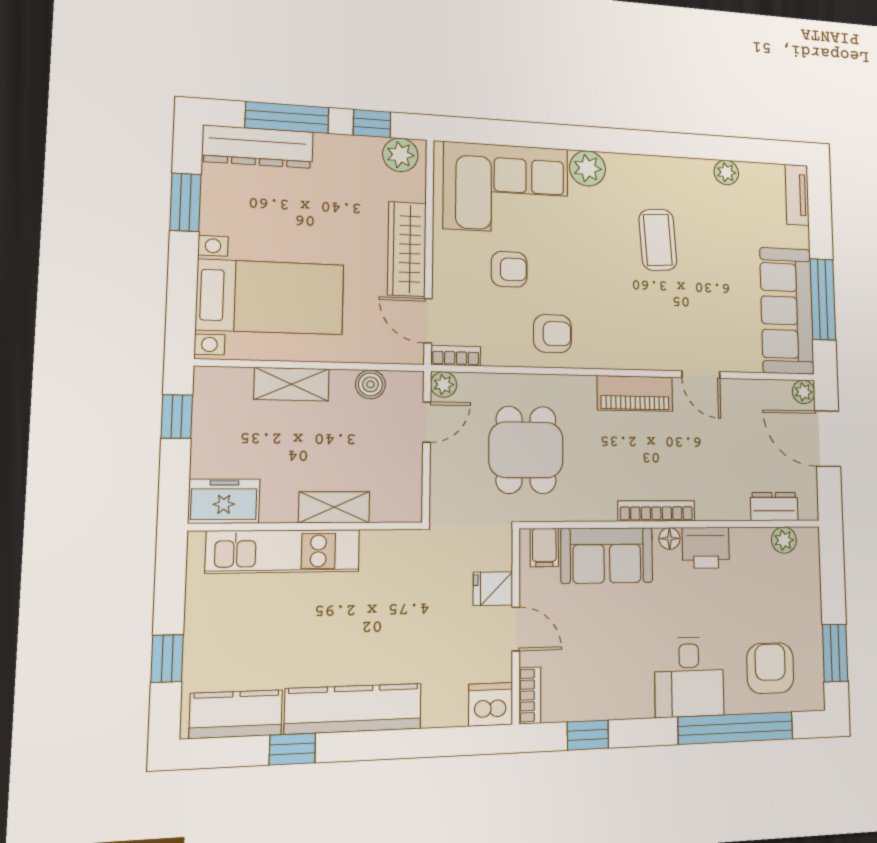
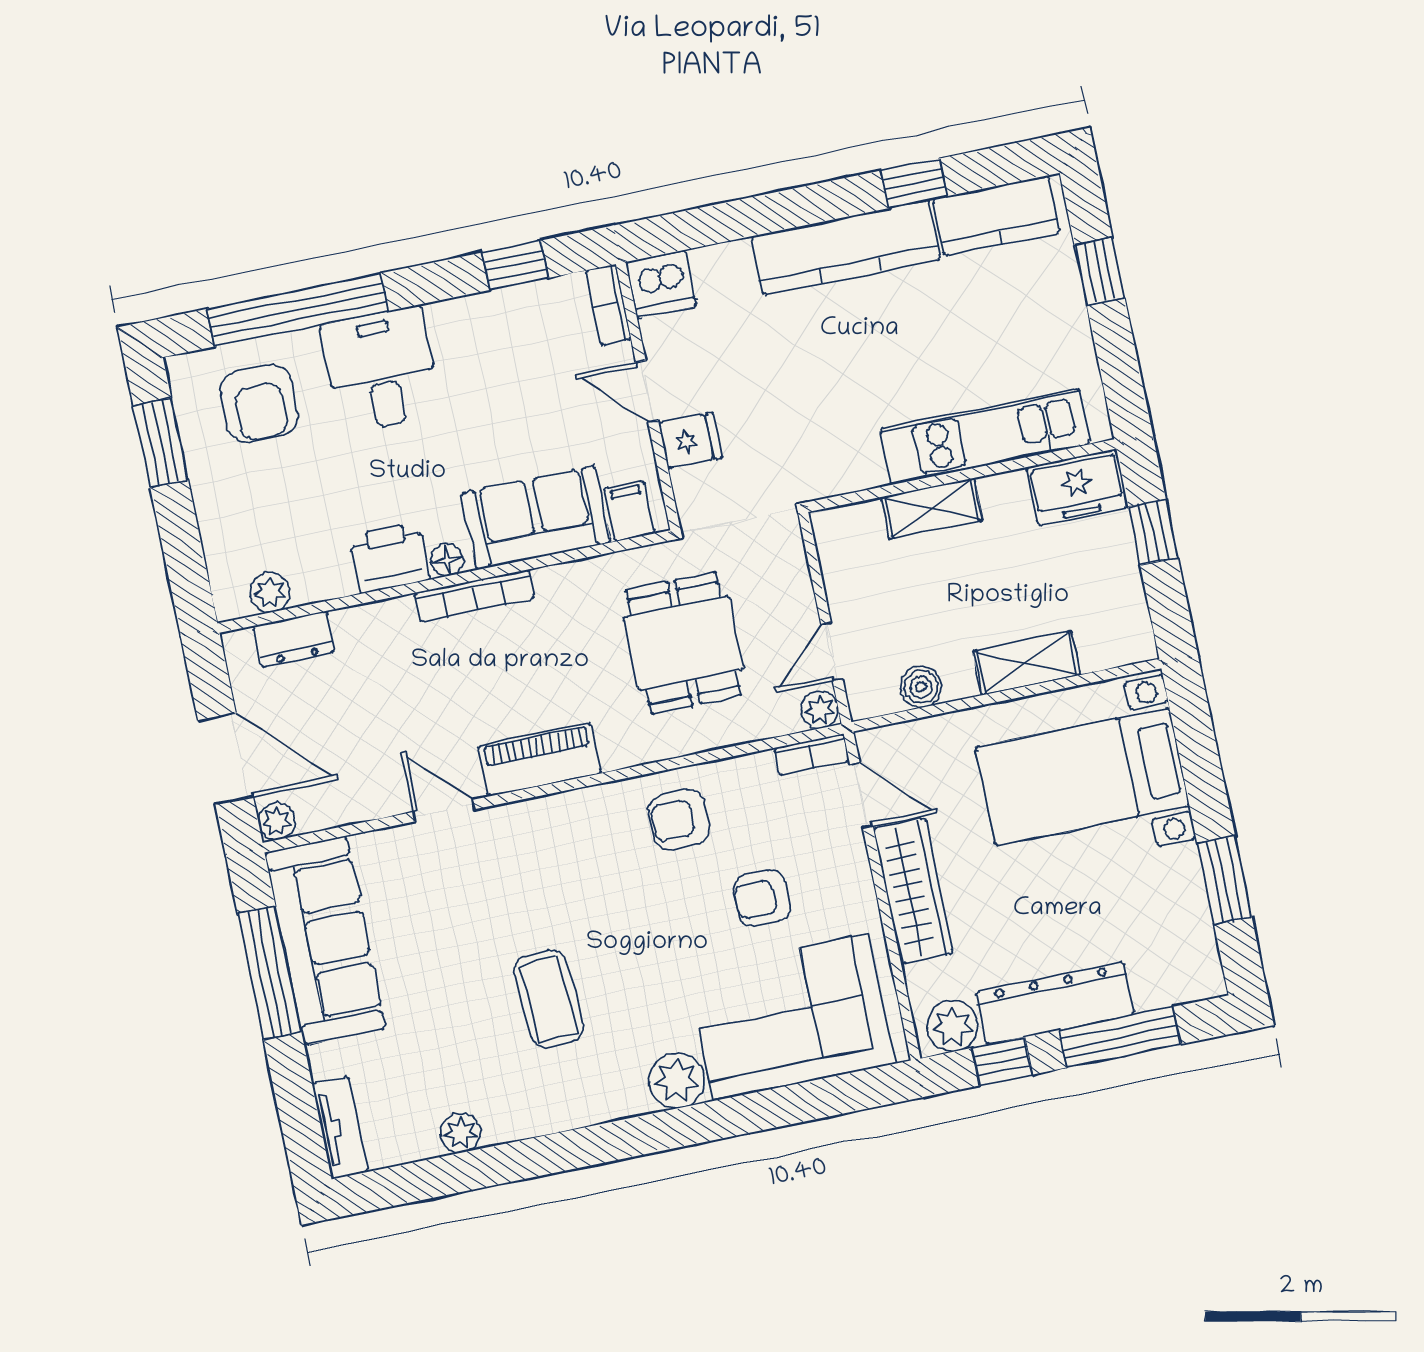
dresser: (258, 147) -> (1055, 1003), moved
window: (177, 417) -> (1153, 532), moved

